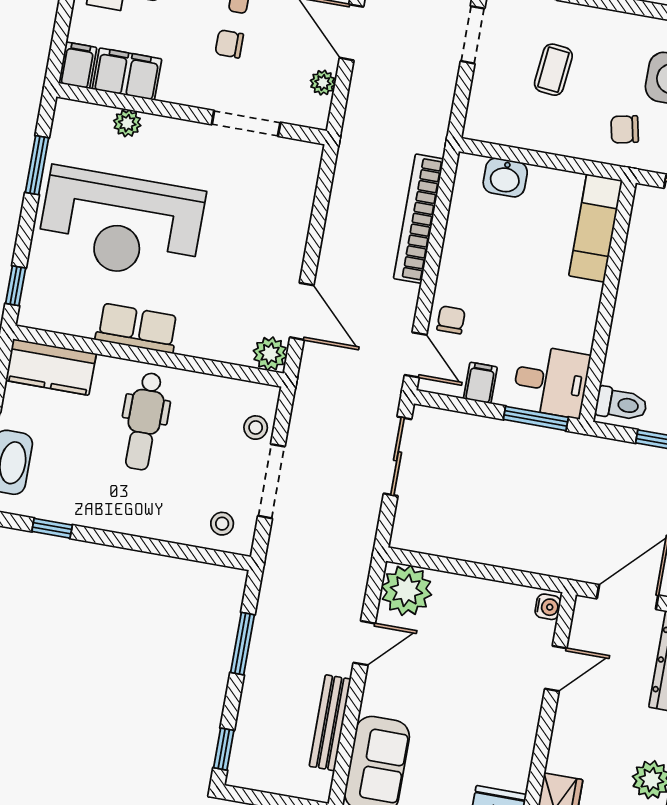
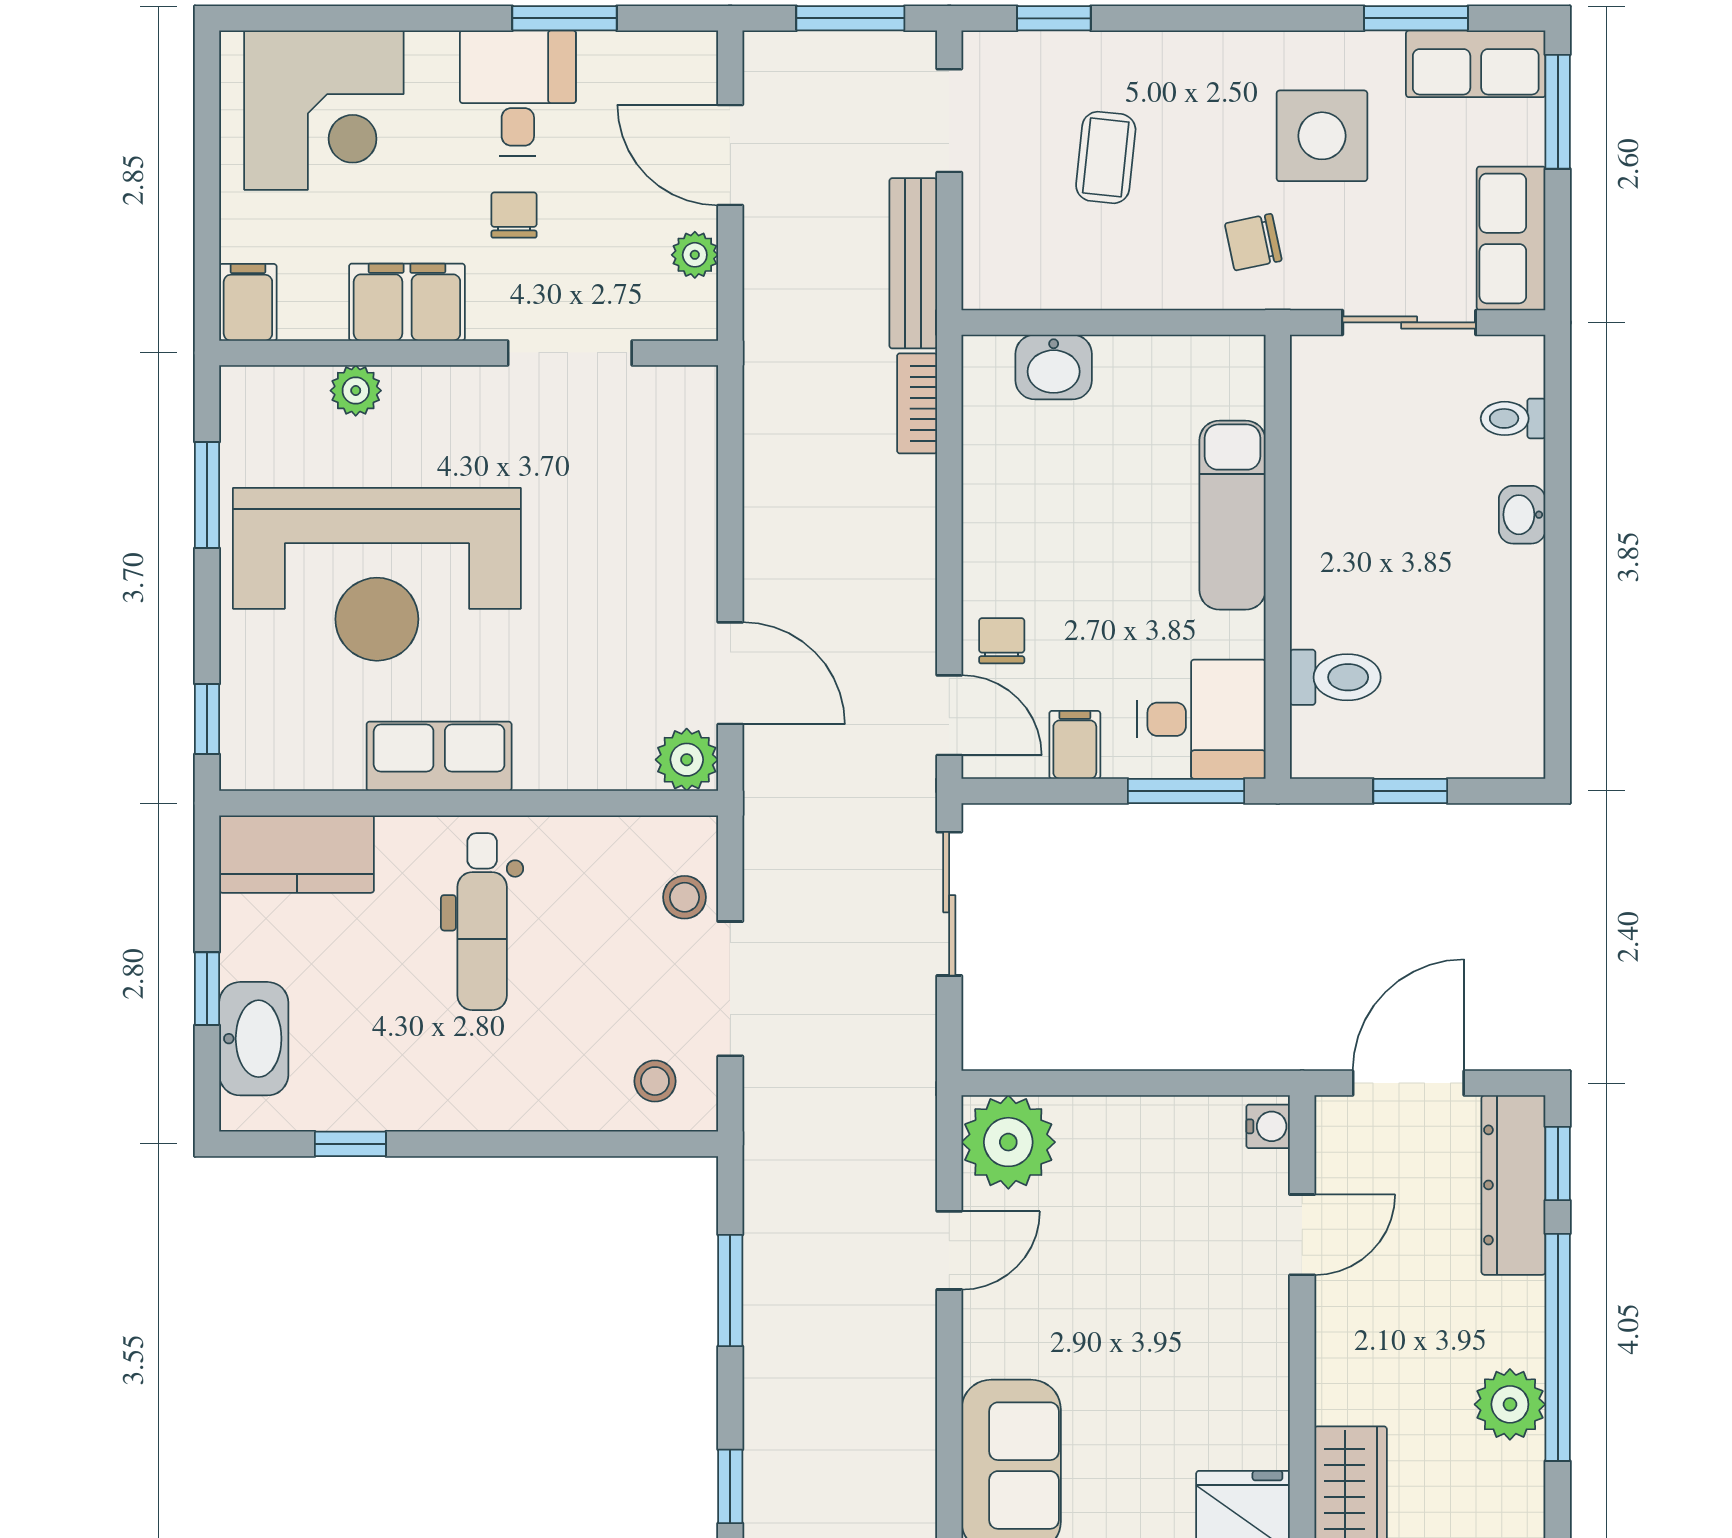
chair: (229, 44) -> (514, 215), turned 90
filing cabinet: (127, 74) -> (407, 302), moved
bookcase: (419, 219) -> (917, 403), width x0.43, depth x0.76
exam couch: (596, 228) -> (1233, 515), moved
toilet: (621, 404) -> (1335, 677), moved
bench: (330, 723) -> (913, 263), moved

